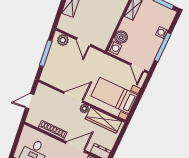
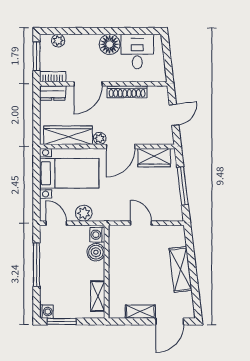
washing machine: (162, 33) -> (46, 312), moved
plant: (63, 40) -> (84, 213), moved
wardrobe: (55, 80) -> (154, 158), added

